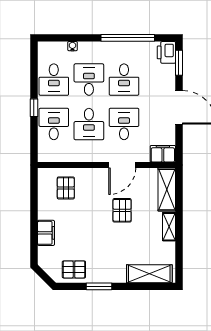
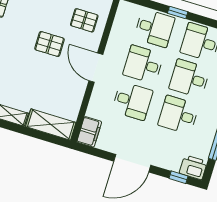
window: (179, 63) -> (178, 177), width x0.67
desk: (89, 80) -> (189, 78), turned 180
door: (122, 165) -> (96, 68), moved
pallet: (122, 210) -> (49, 44), moved

